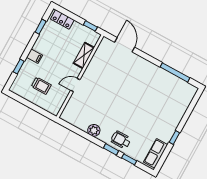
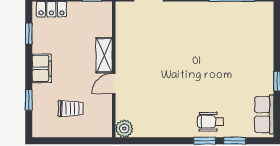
shelving: (84, 55) -> (104, 55), moved
filing cabinet: (34, 56) -> (42, 68), width x2.00
plant: (94, 130) -> (124, 129), moved

